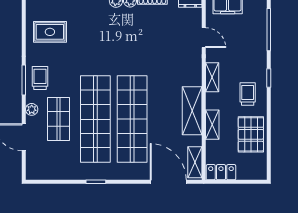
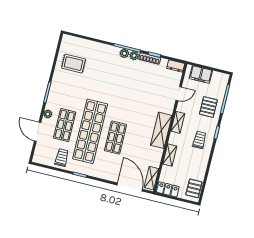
door: (204, 38) -> (179, 94), hinge flipped
pallet: (249, 46) -> (208, 107), added
trolley: (40, 78) -> (62, 158), moved
shelving: (192, 111) -> (161, 130), moved
shop shelf: (132, 119) -> (116, 138), width x0.50, depth x0.74
pallet: (251, 134) -> (194, 188), moved, width x0.67, depth x0.71

